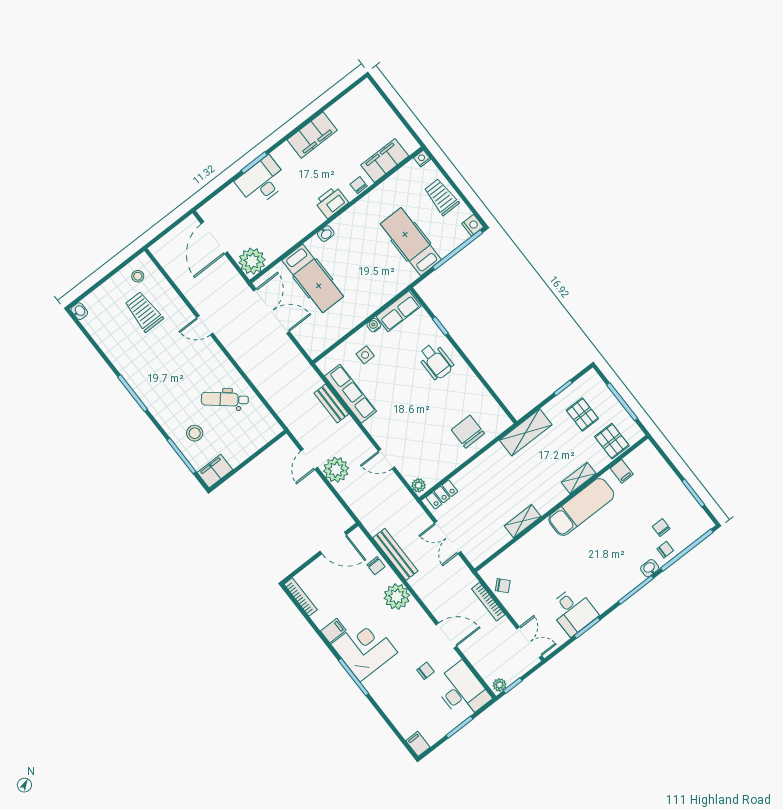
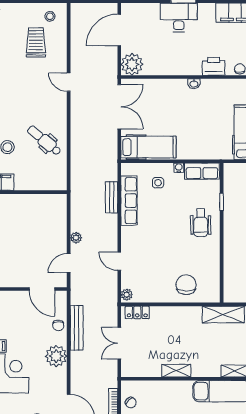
hospital bed: (313, 278) -> (148, 147), moved, turned -90
door: (309, 459) -> (69, 263), moved
plant: (336, 470) -> (76, 238), width x0.53, depth x0.53

